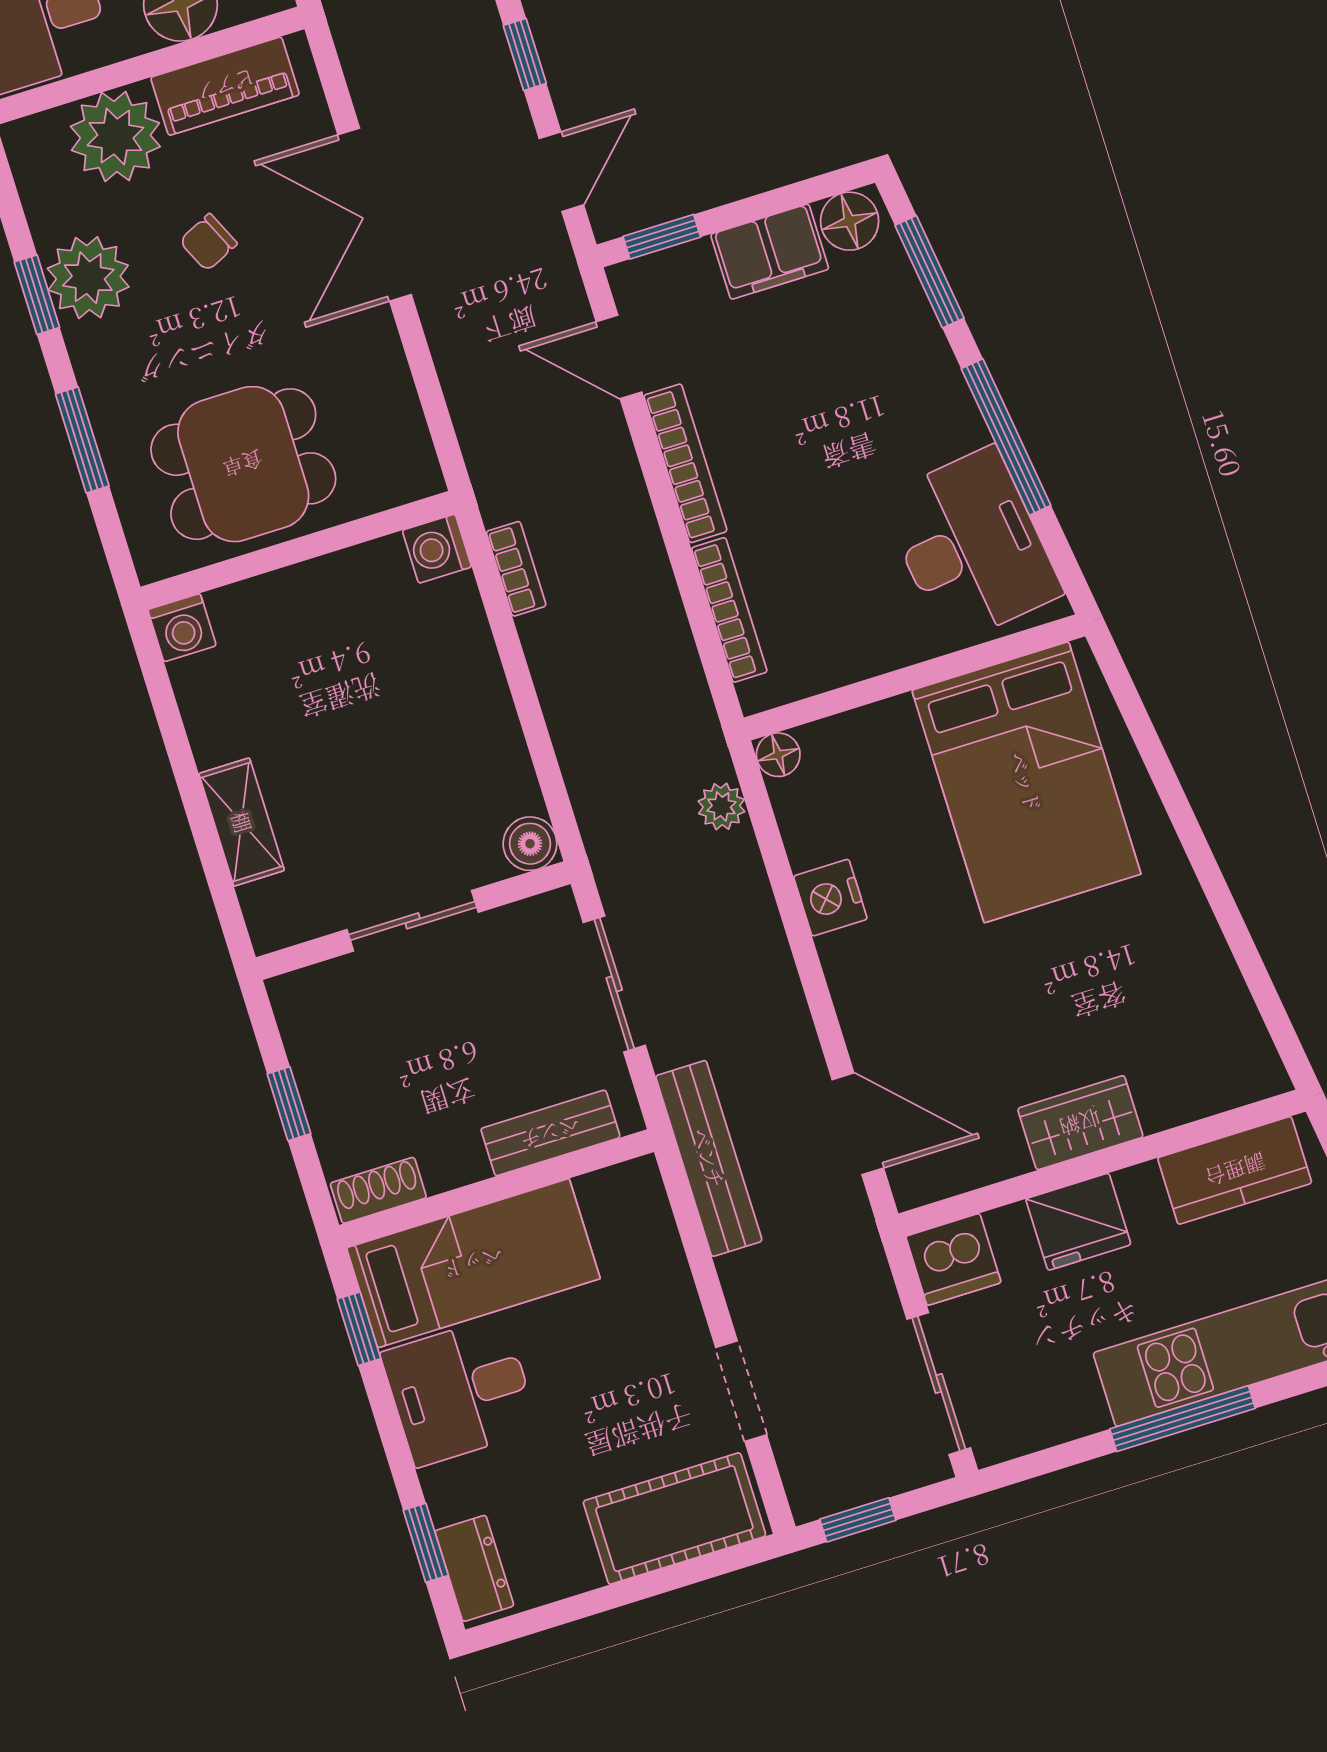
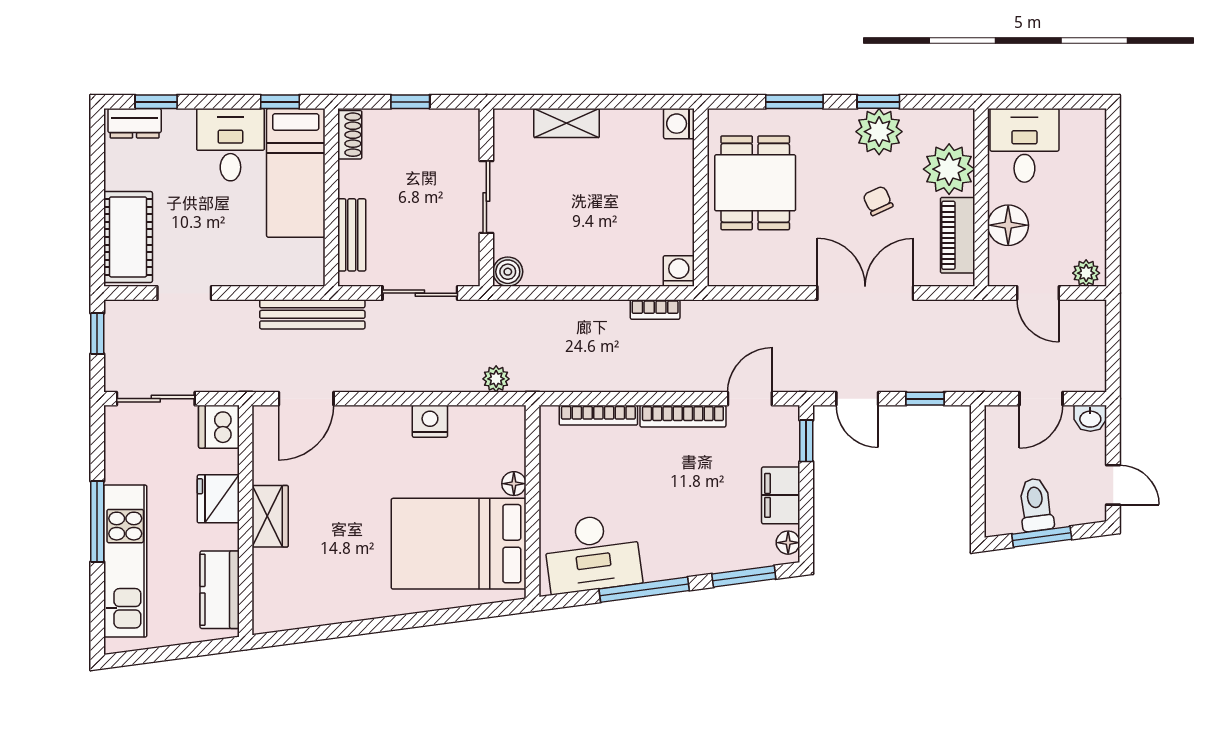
floor lamp: (850, 221) -> (788, 543), width x0.73, depth x0.73
floor lamp: (778, 755) -> (514, 484), moved

